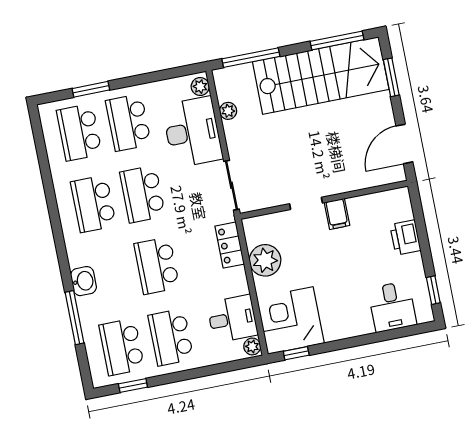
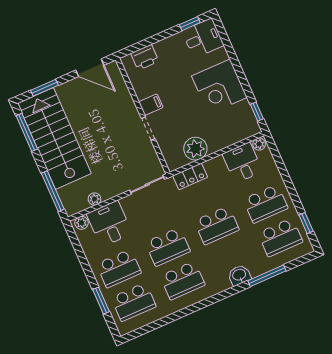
desk: (192, 132) -> (109, 224), width x0.73
printer: (405, 237) -> (145, 57), moved
desk: (392, 307) -> (203, 38), moved
corner desk: (290, 320) -> (219, 87), moved

